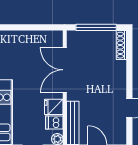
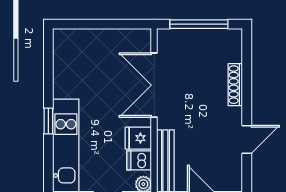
shoe rack: (121, 45) -> (235, 85), moved

